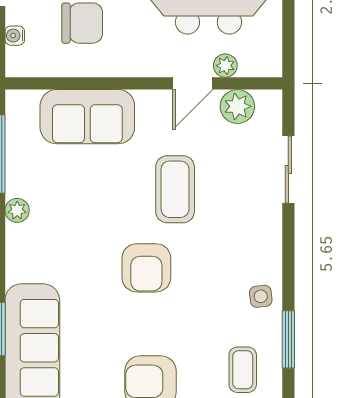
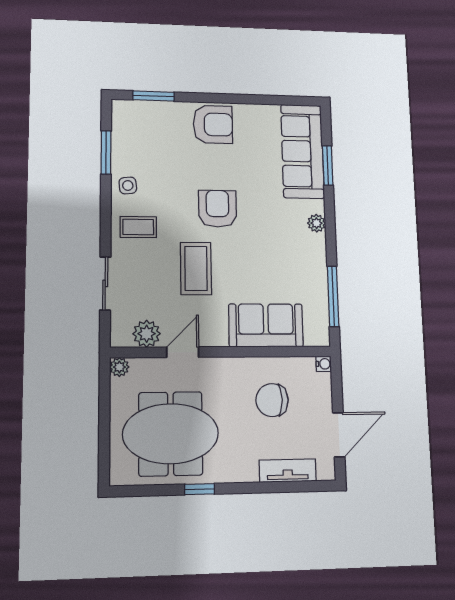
water cooler: (15, 36) -> (324, 364), moved
plant: (225, 66) -> (119, 367), moved
plant: (17, 210) -> (316, 223), moved
coffee table: (243, 370) -> (138, 227), moved, turned 90

